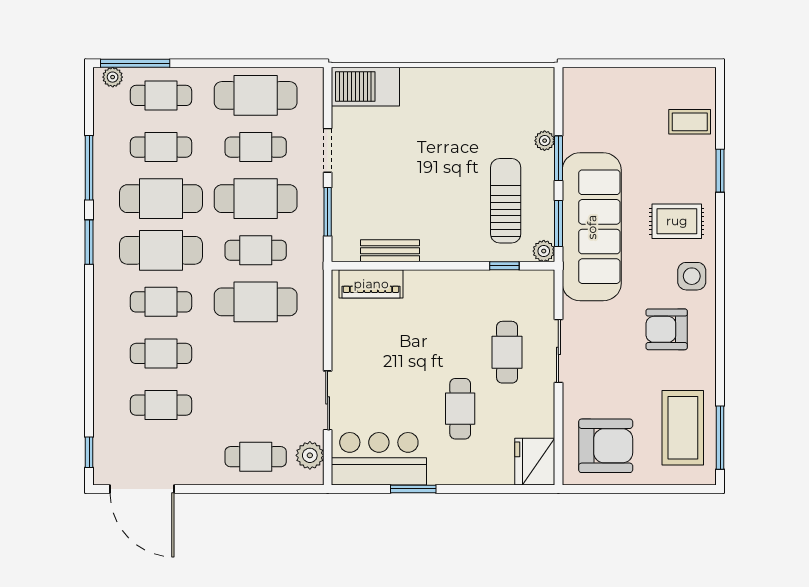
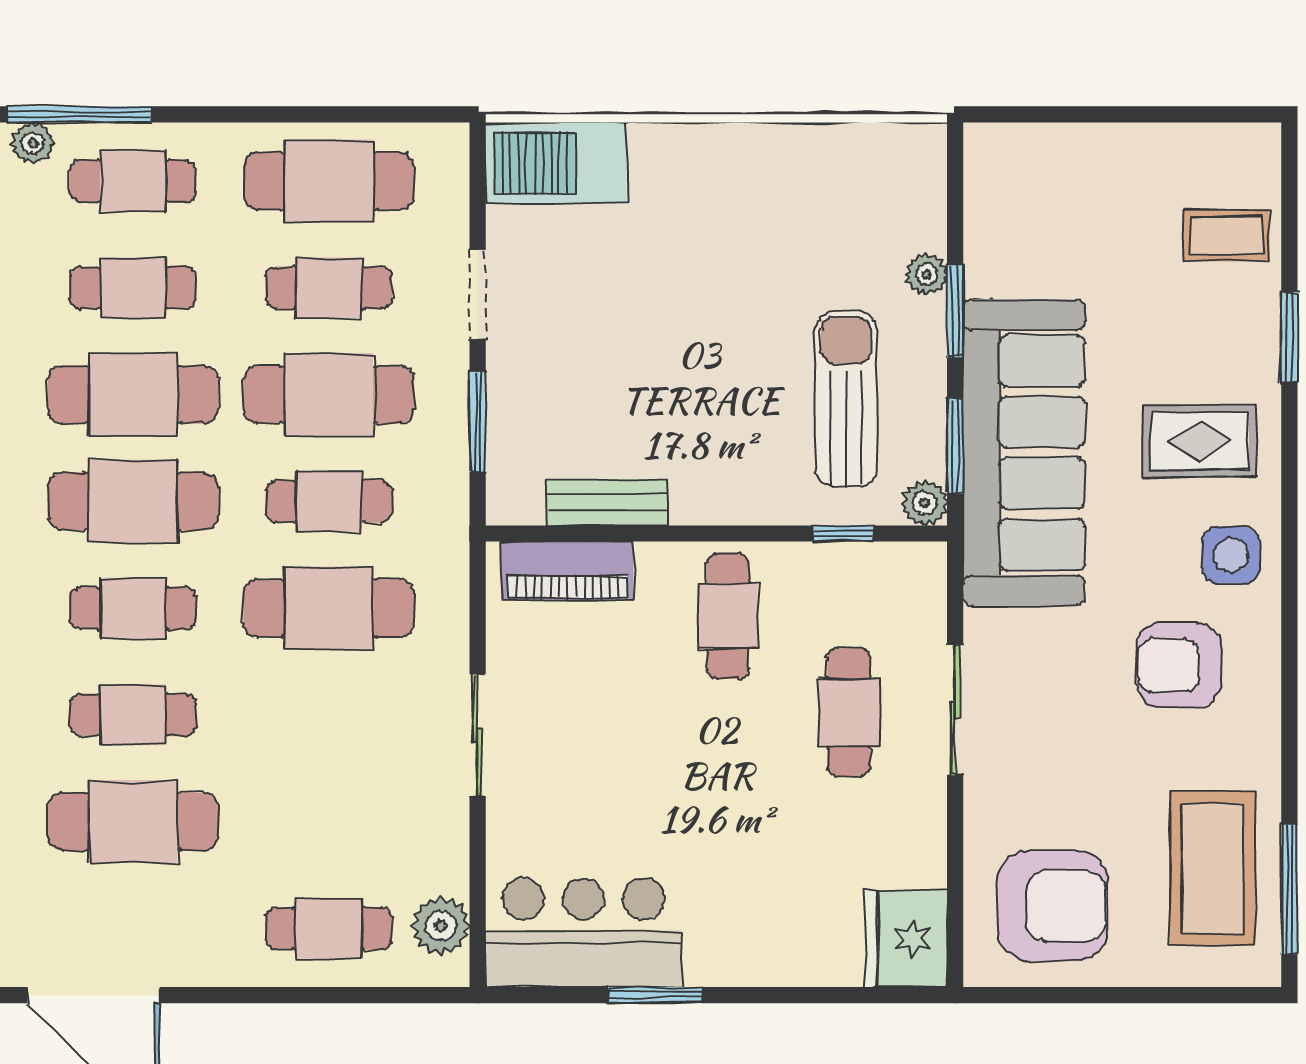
sliding door: (328, 400) -> (478, 735), moved
cafe table: (161, 405) -> (133, 822), width x1.37, depth x1.35
cafe table: (460, 409) -> (728, 616), moved

